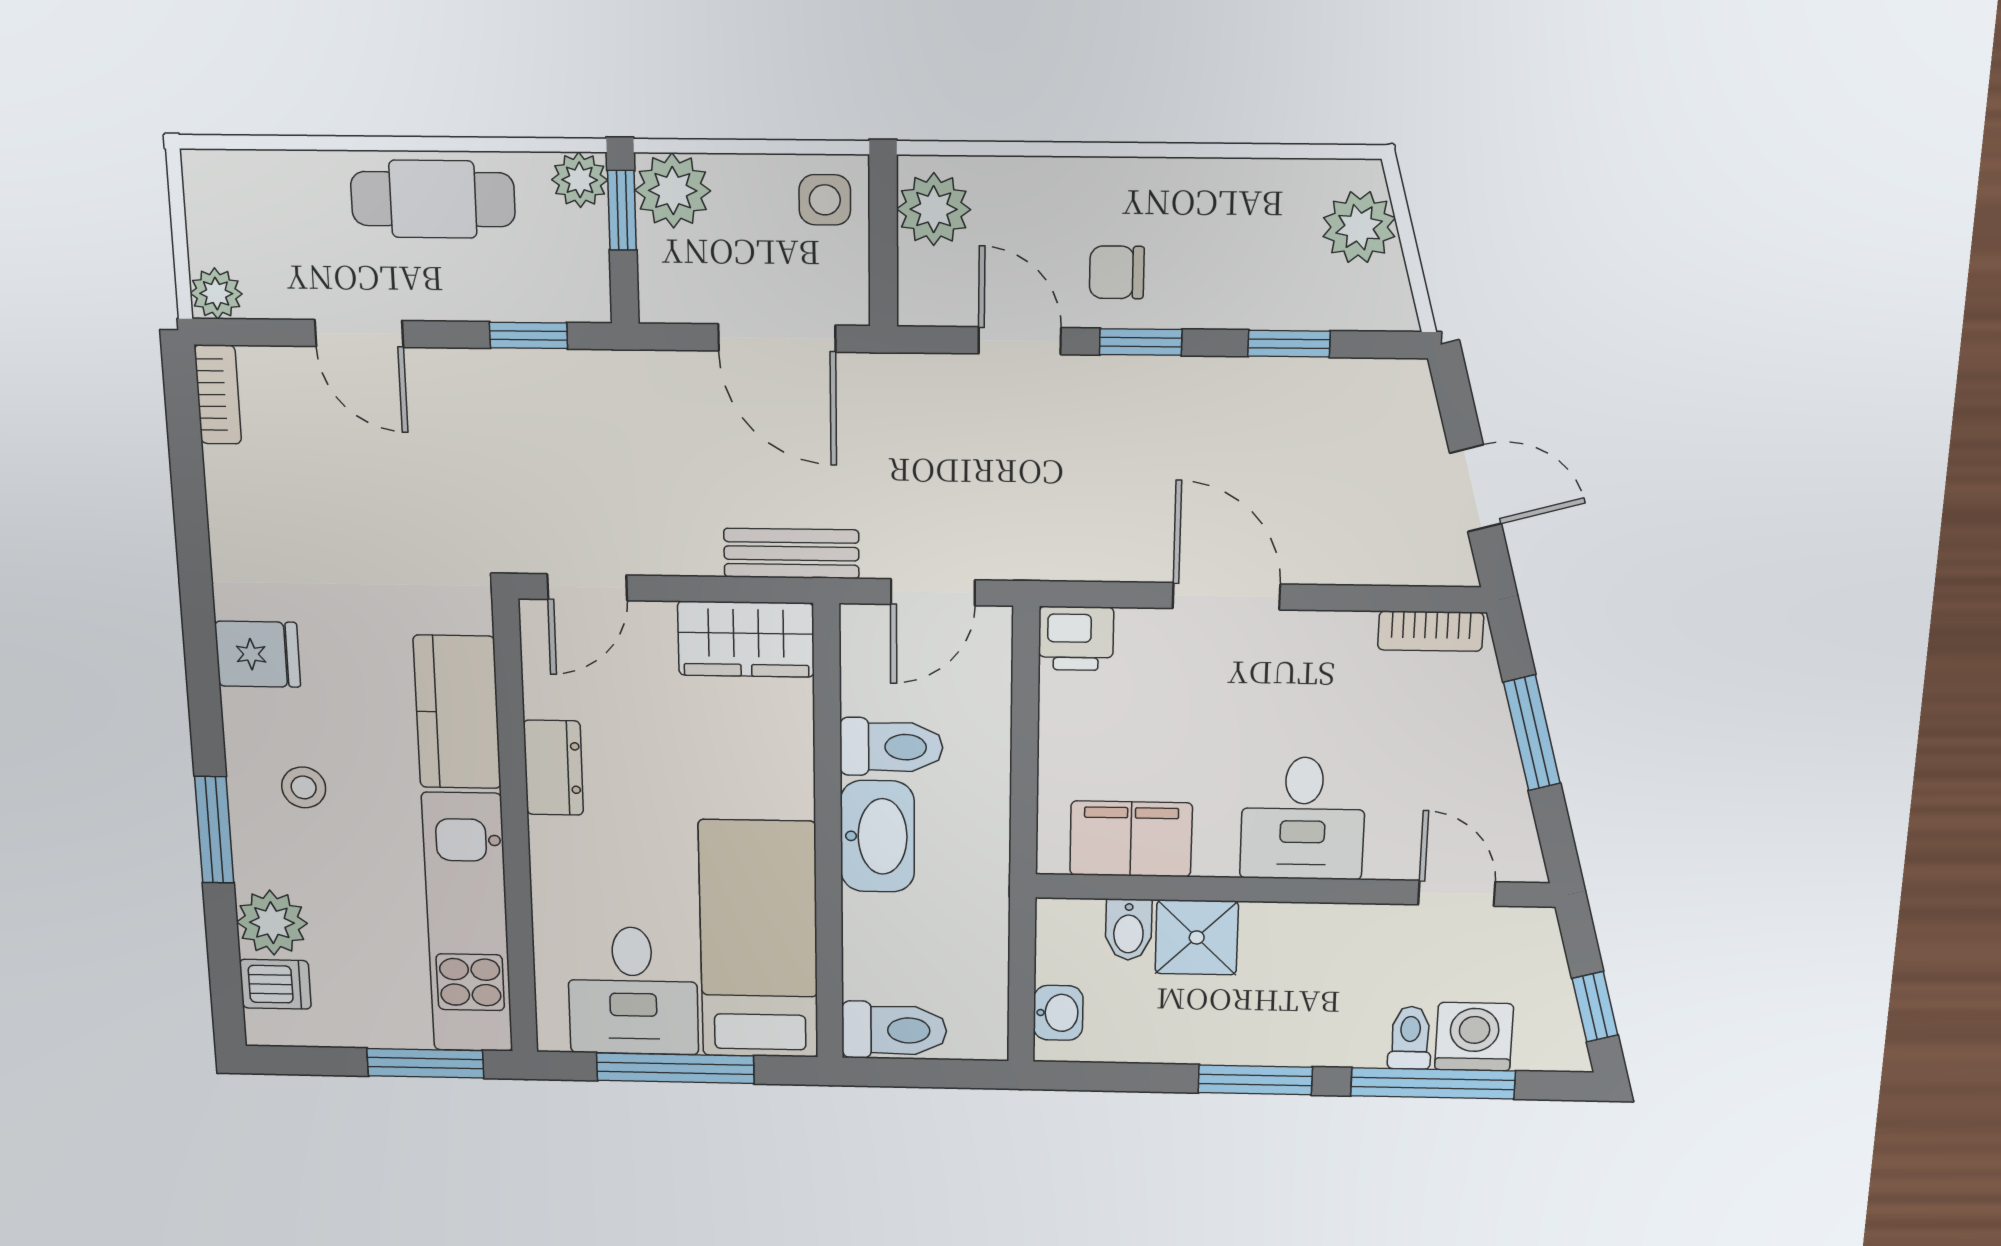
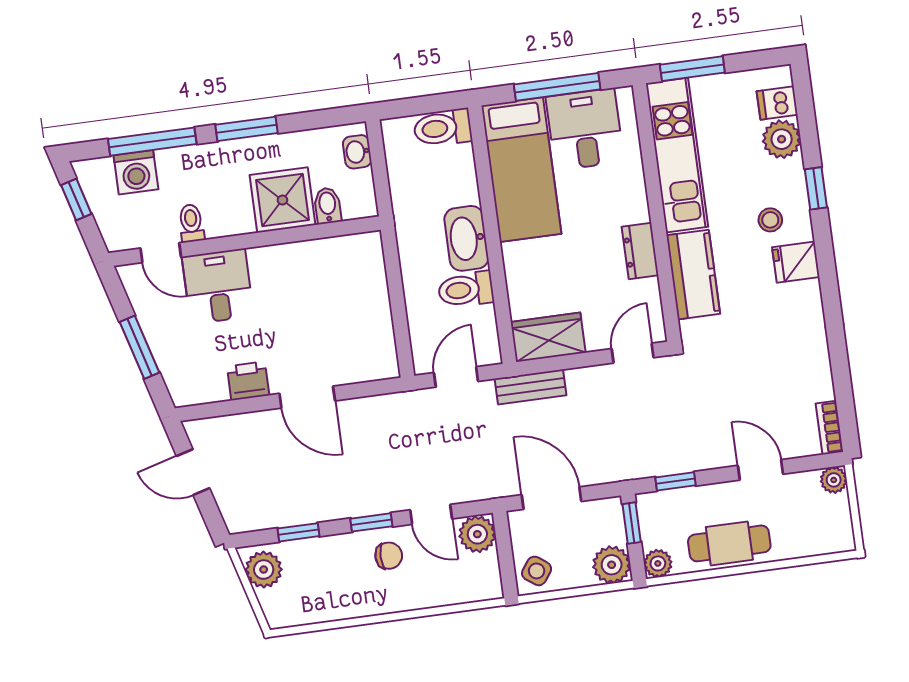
side table: (825, 200) -> (537, 571), turned 36
plant: (934, 209) -> (477, 534), moved
window: (622, 210) -> (632, 523), moved
plant: (1359, 227) -> (264, 570), moved
bookcase: (1431, 631) -> (201, 394), removed
printer: (1076, 638) -> (248, 381), moved
fridge: (258, 654) -> (796, 262), moved
desk: (1303, 818) -> (218, 286), moved
window: (214, 830) -> (816, 188), width x0.67
filing cabinet: (1131, 839) -> (334, 257), removed
shower: (1197, 937) -> (282, 200), width x1.36, depth x1.36
toilet: (1410, 1038) -> (191, 223), moved, turned 180

